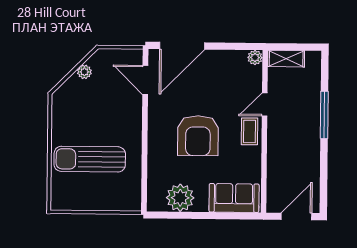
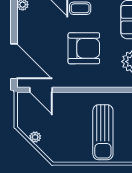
door: (145, 80) -> (41, 90), hinge flipped

